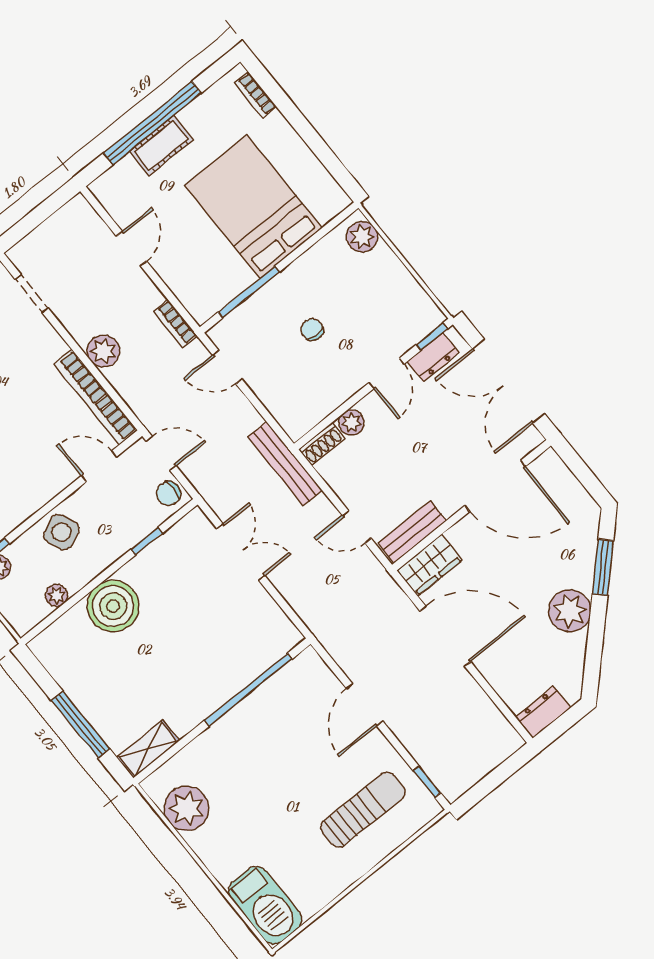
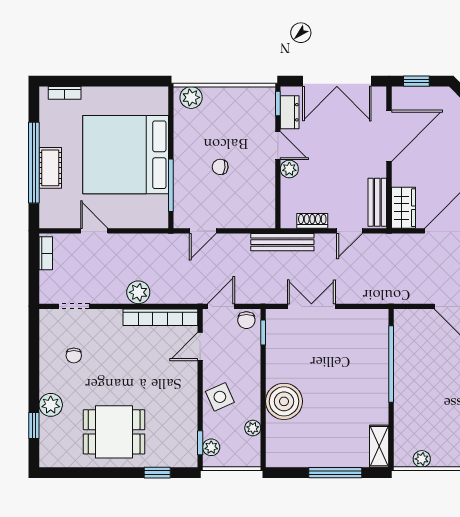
bed: (253, 207) -> (126, 155), width x1.36
bookcase: (175, 324) -> (46, 253), moved, turned -90
plant: (351, 423) -> (289, 169), moved
shoe rack: (322, 444) -> (312, 221), moved, turned -90
window: (579, 468) -> (416, 81), added
window: (147, 541) -> (263, 333), moved
plant: (187, 808) -> (422, 459), width x0.53, depth x0.53

